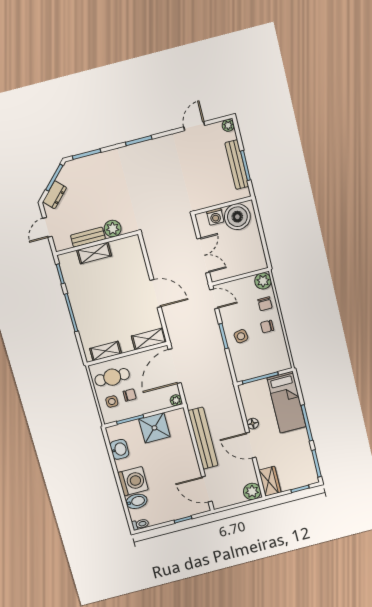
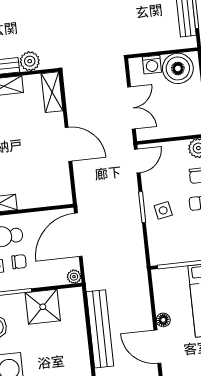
door: (214, 299) -> (137, 161), hinge flipped
shelving: (149, 339) -> (52, 92), moved, turned 90

